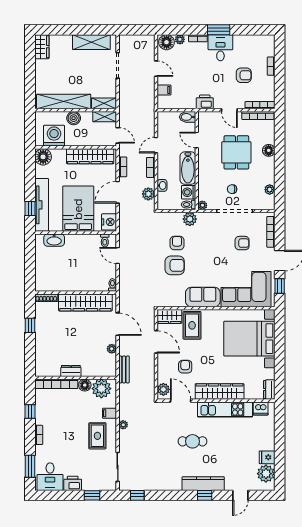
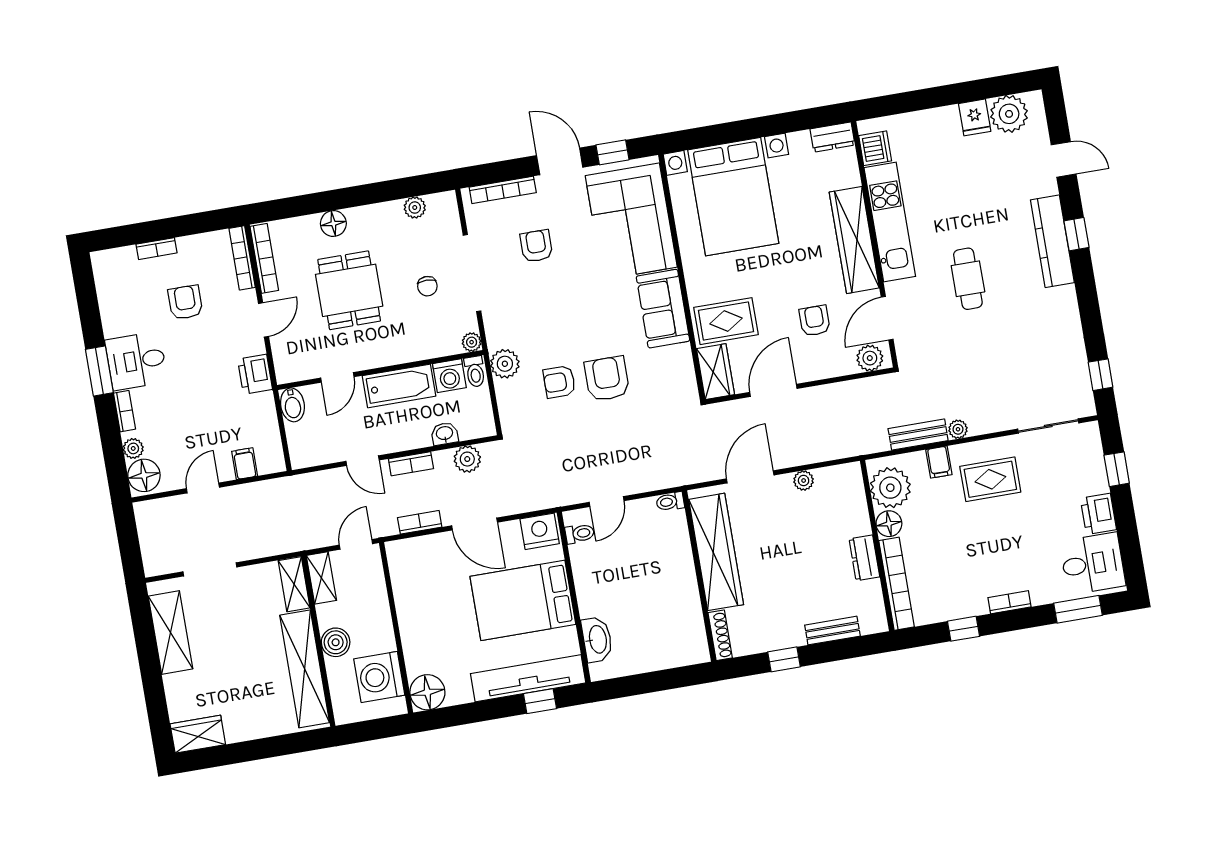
dining table: (236, 152) -> (349, 290), turned 90
wardrobe: (90, 156) -> (409, 594), removed
bench: (40, 350) -> (832, 631), added
armchair: (185, 367) -> (815, 321), turned 90
bench: (124, 369) -> (918, 435), moved

